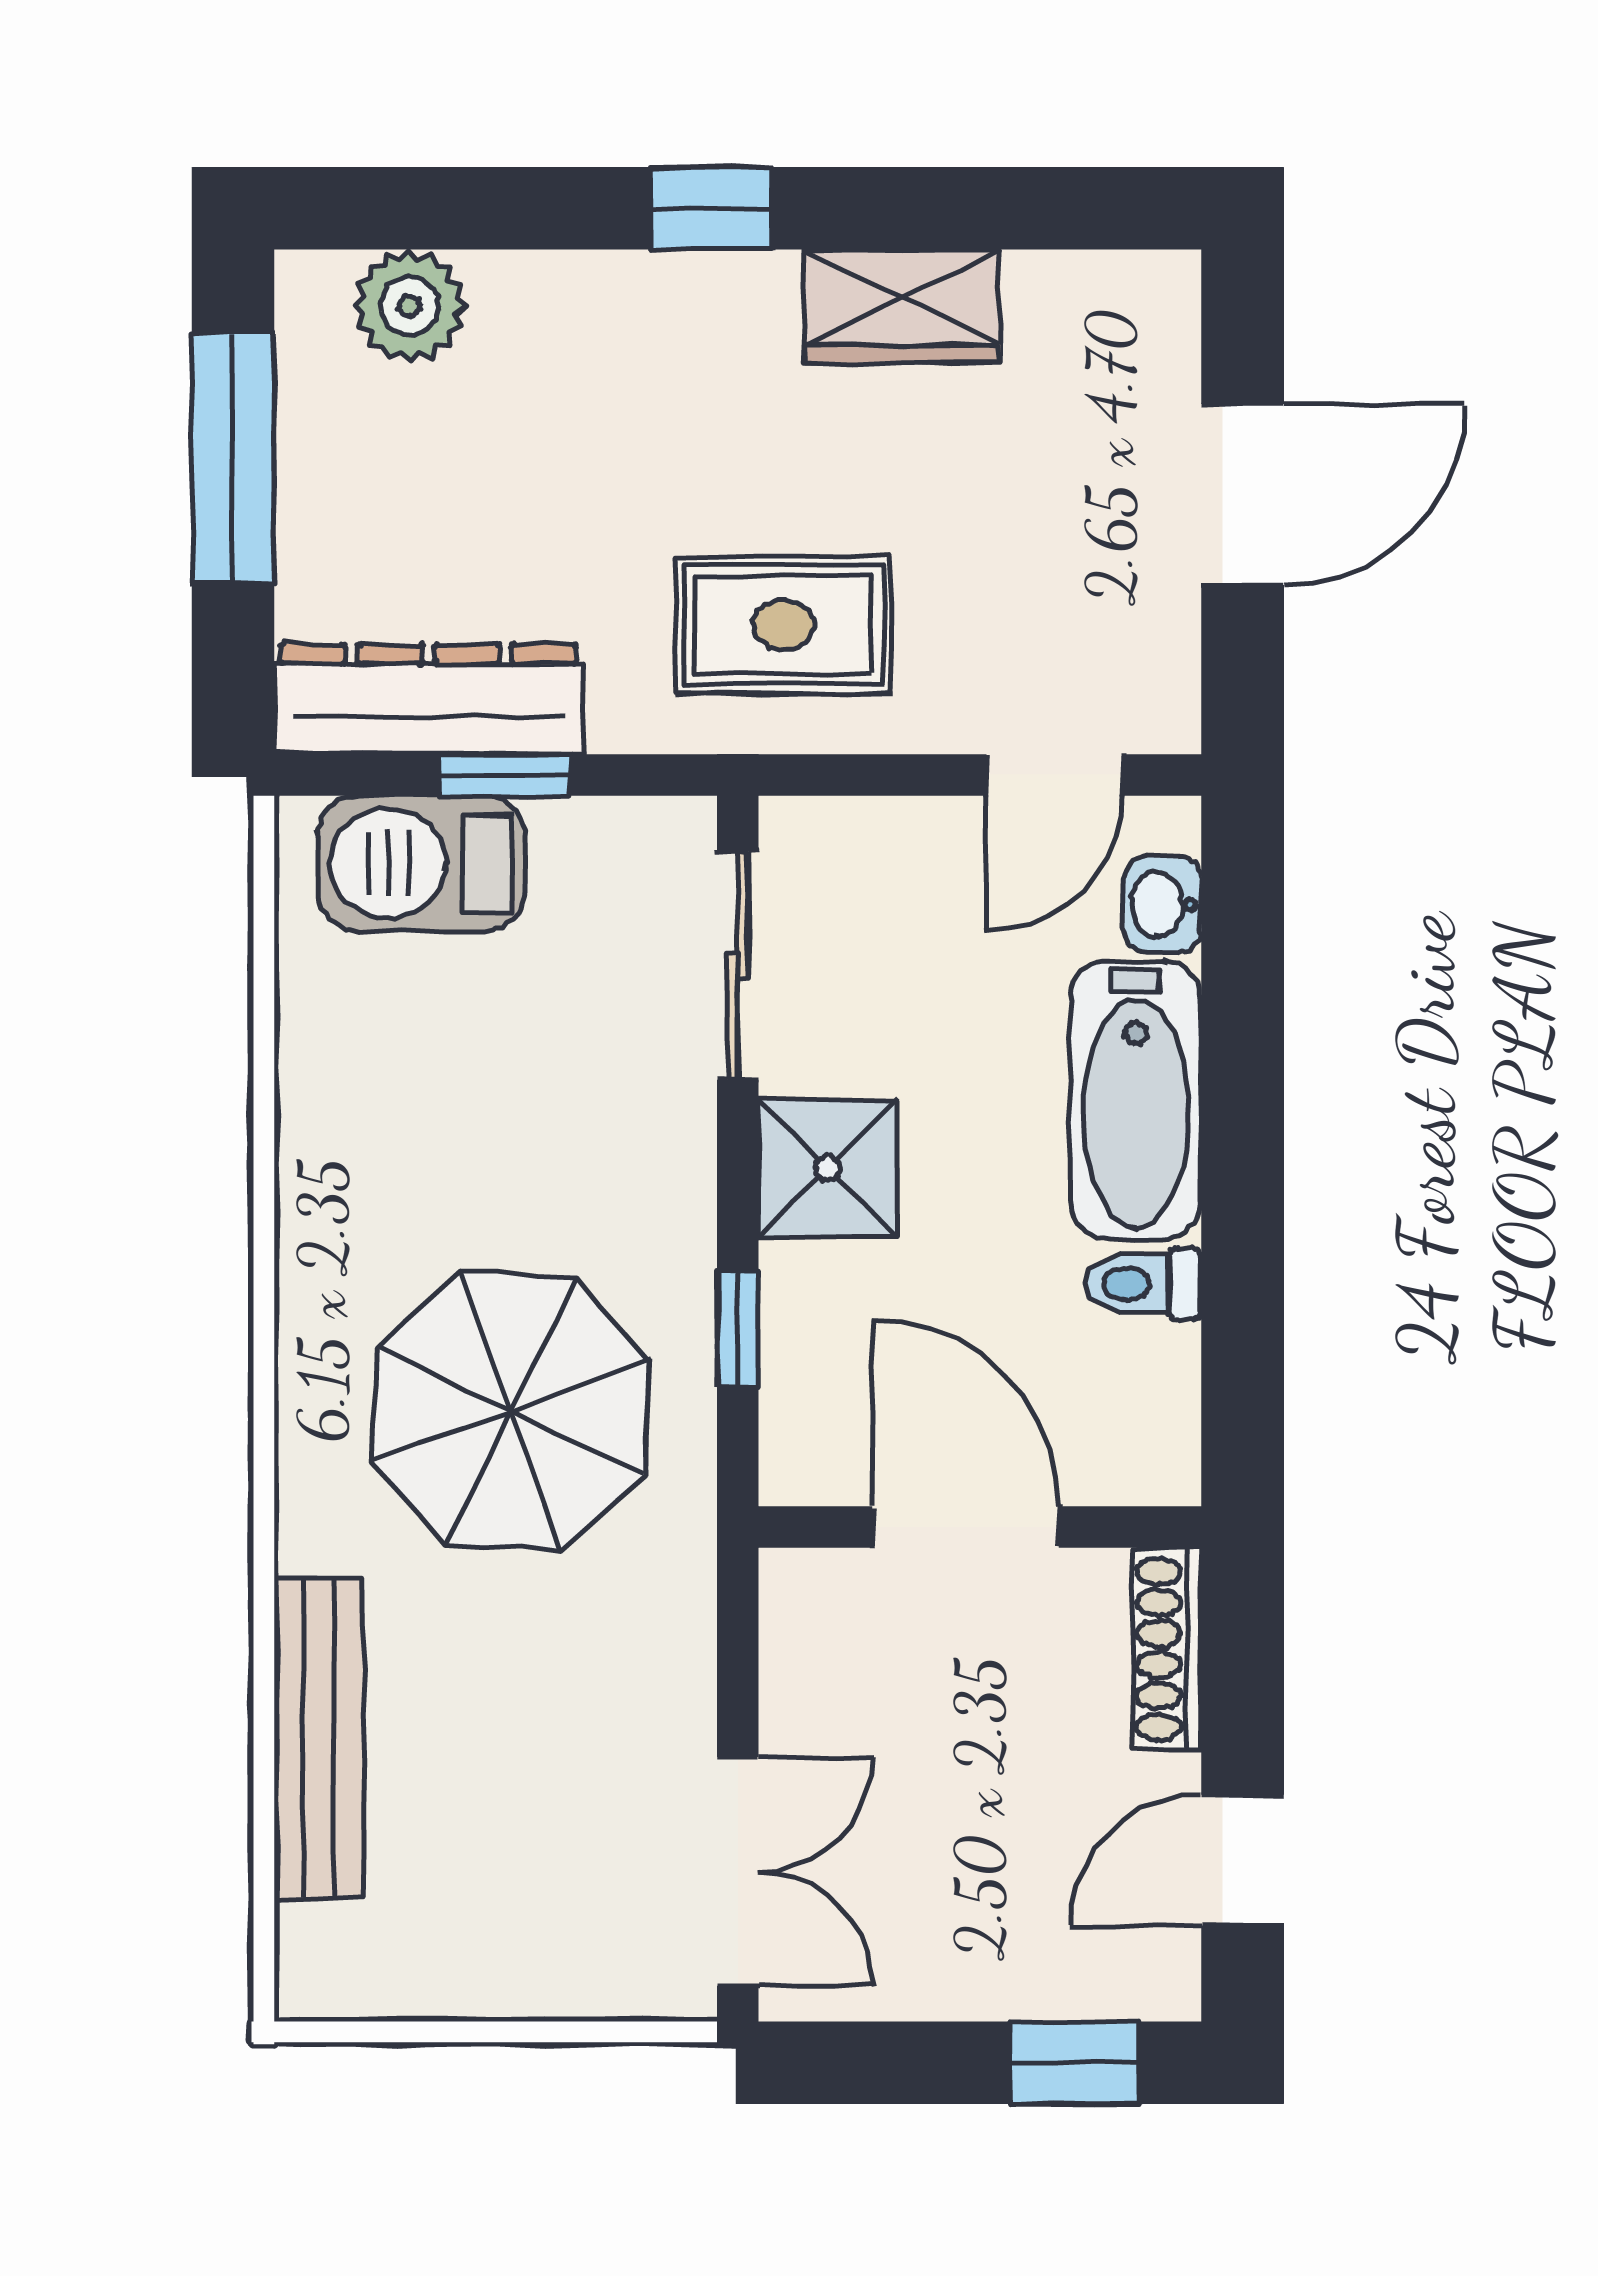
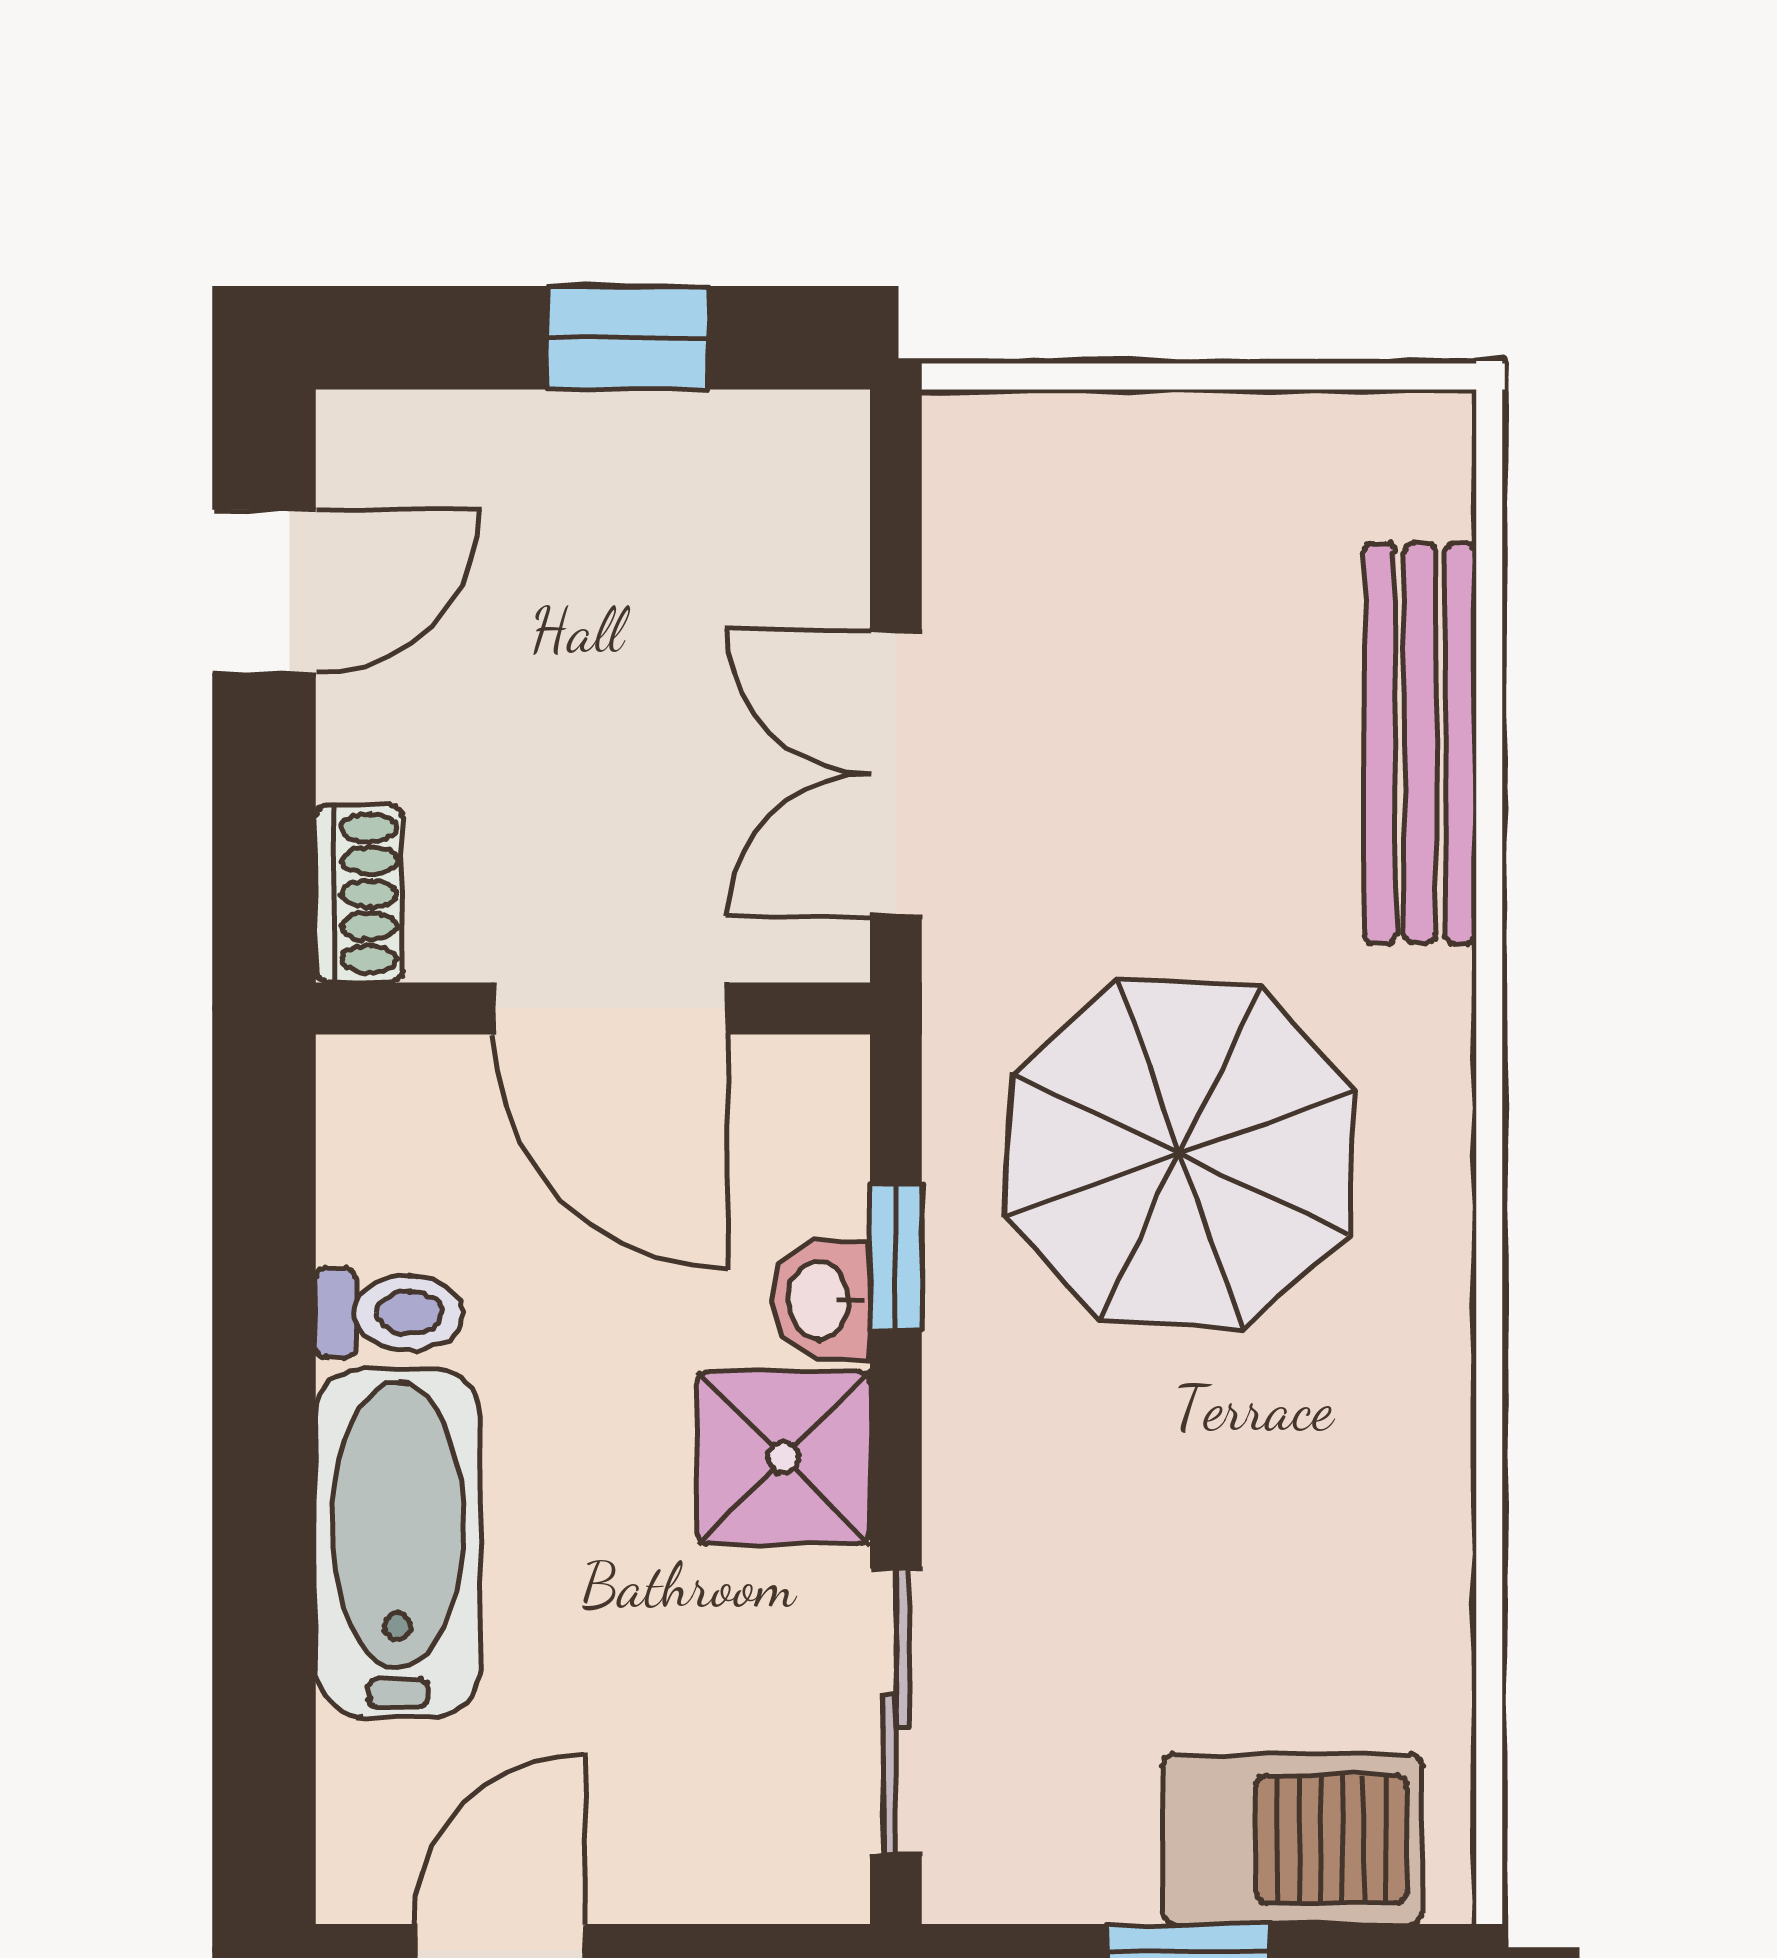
washbasin: (1163, 905) -> (821, 1300), moved, turned 180
shoe rack: (1167, 1649) -> (359, 894), width x0.70
double door: (738, 1871) -> (896, 774), moved
window: (1074, 2063) -> (628, 338), moved

